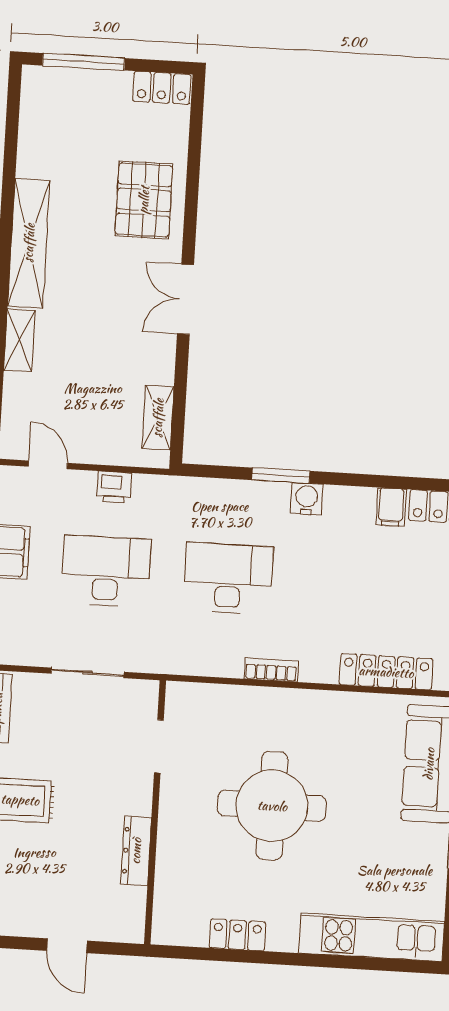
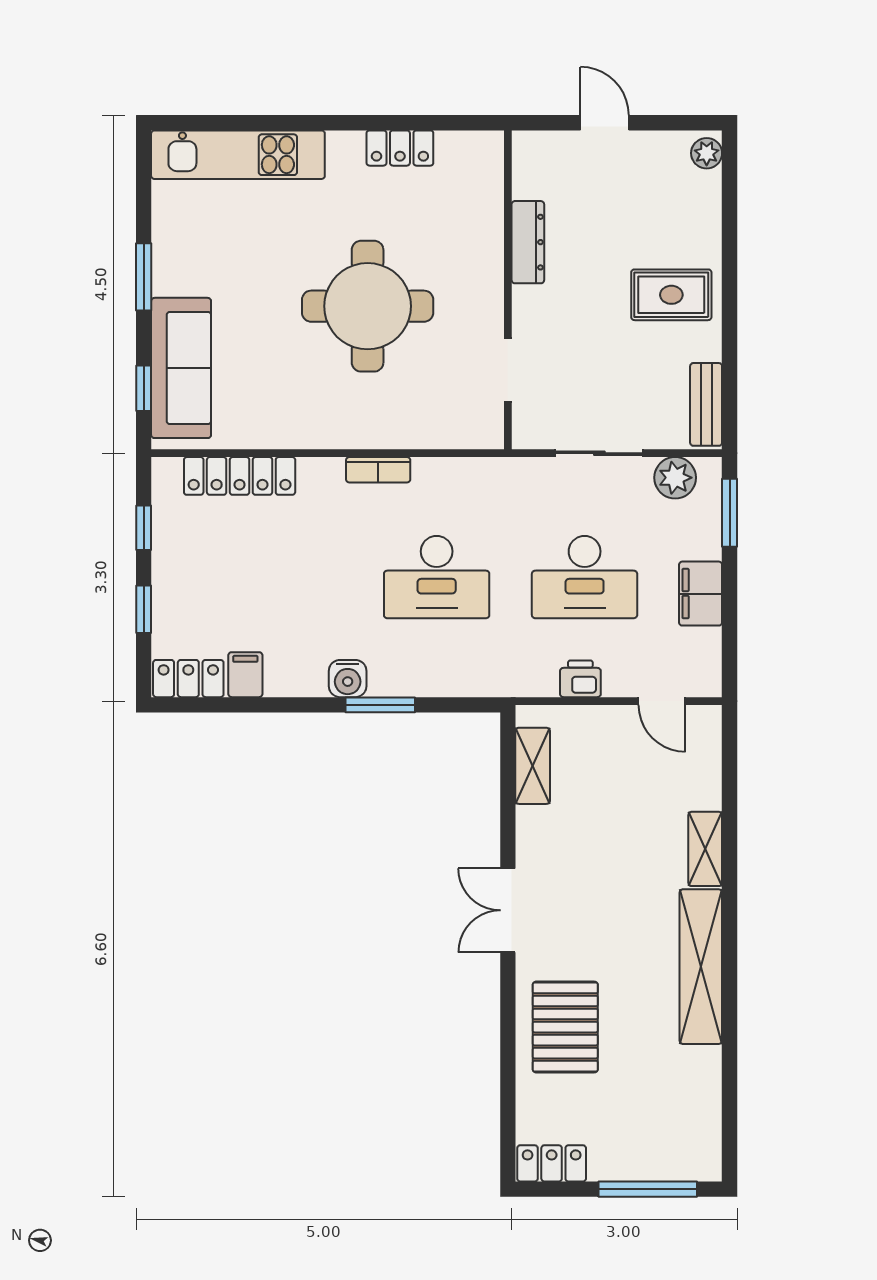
double door: (185, 299) -> (508, 910), swing flipped
plant: (26, 649) -> (675, 478), added

